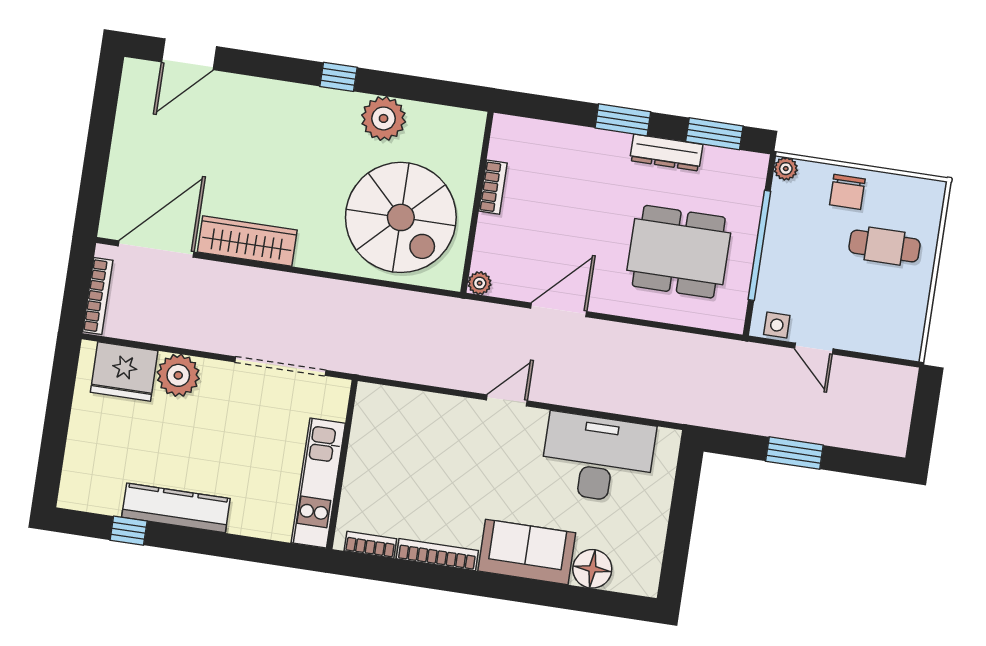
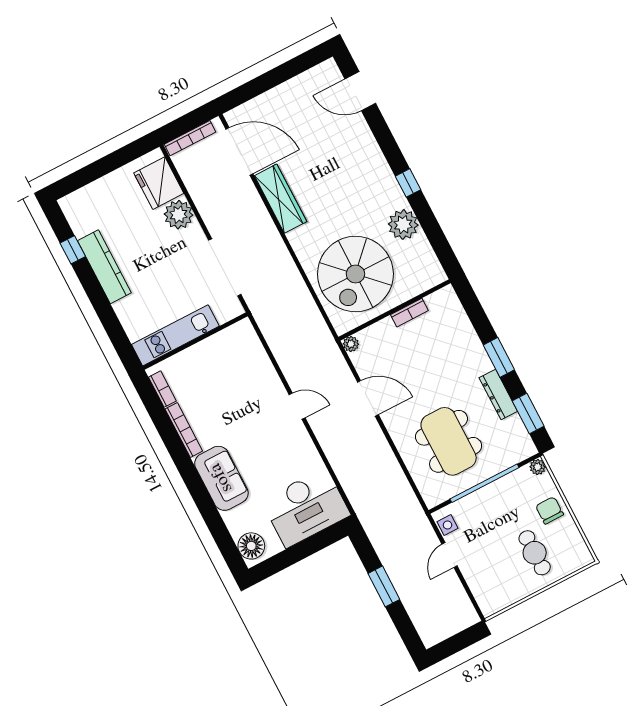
chair: (847, 192) -> (549, 510), turned 90
desk: (598, 458) -> (306, 508), moved, turned 90
floor lamp: (592, 569) -> (251, 546), moved

